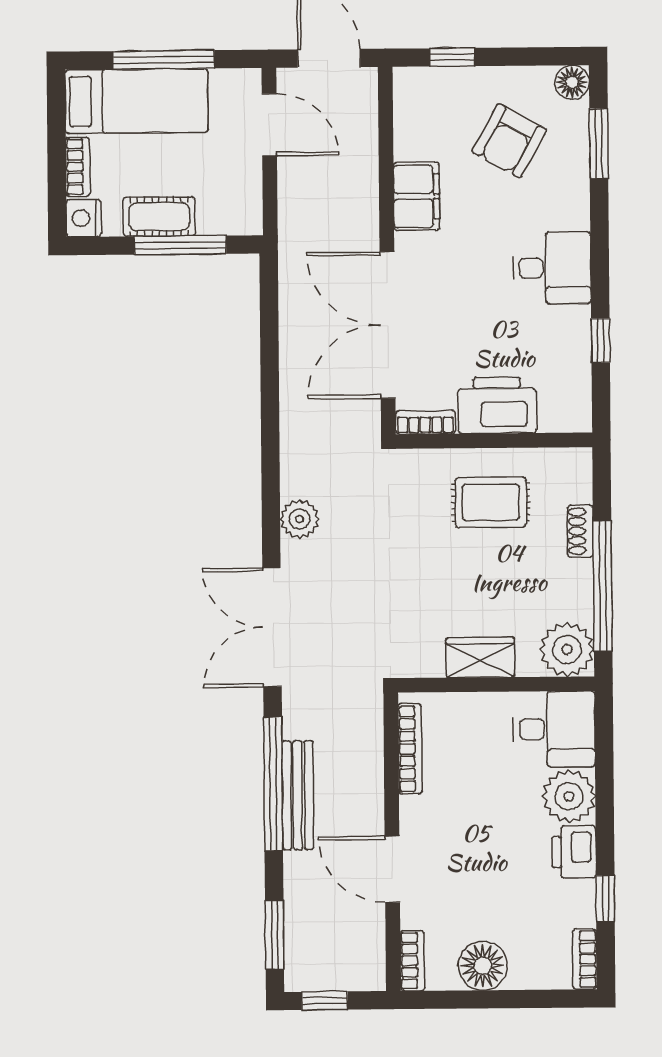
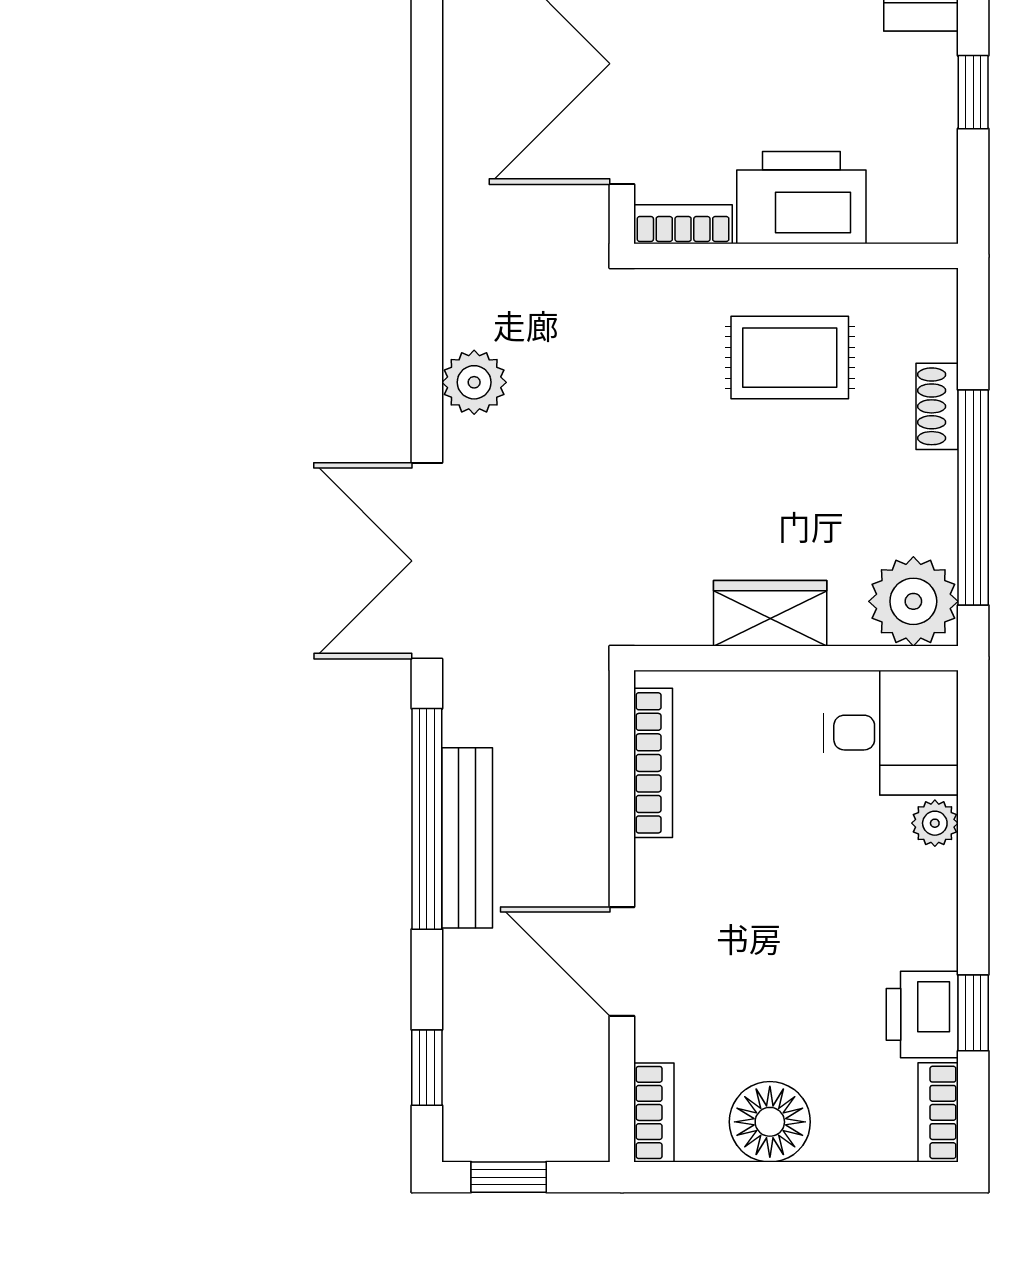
plant: (569, 796) -> (935, 823), width x0.53, depth x0.53
printer: (574, 852) -> (922, 1014), moved
window: (275, 935) -> (427, 1068), width x0.67

